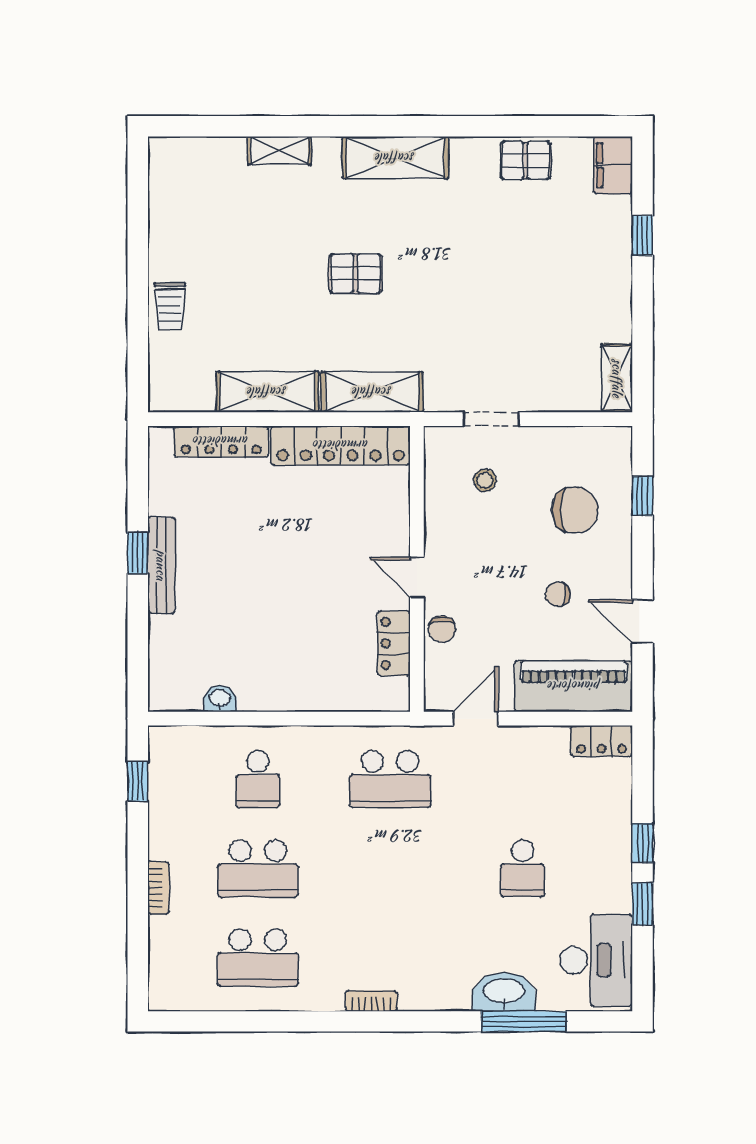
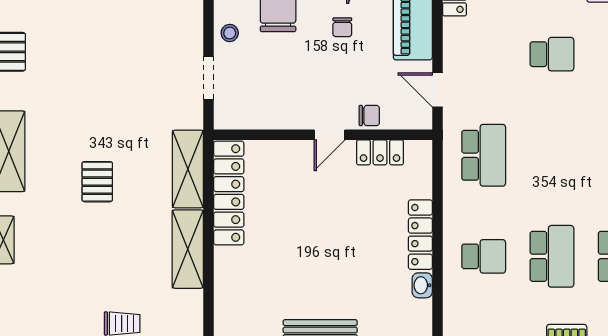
locker: (221, 441) -> (420, 235), moved, turned 180
stool: (485, 480) -> (230, 33), moved

